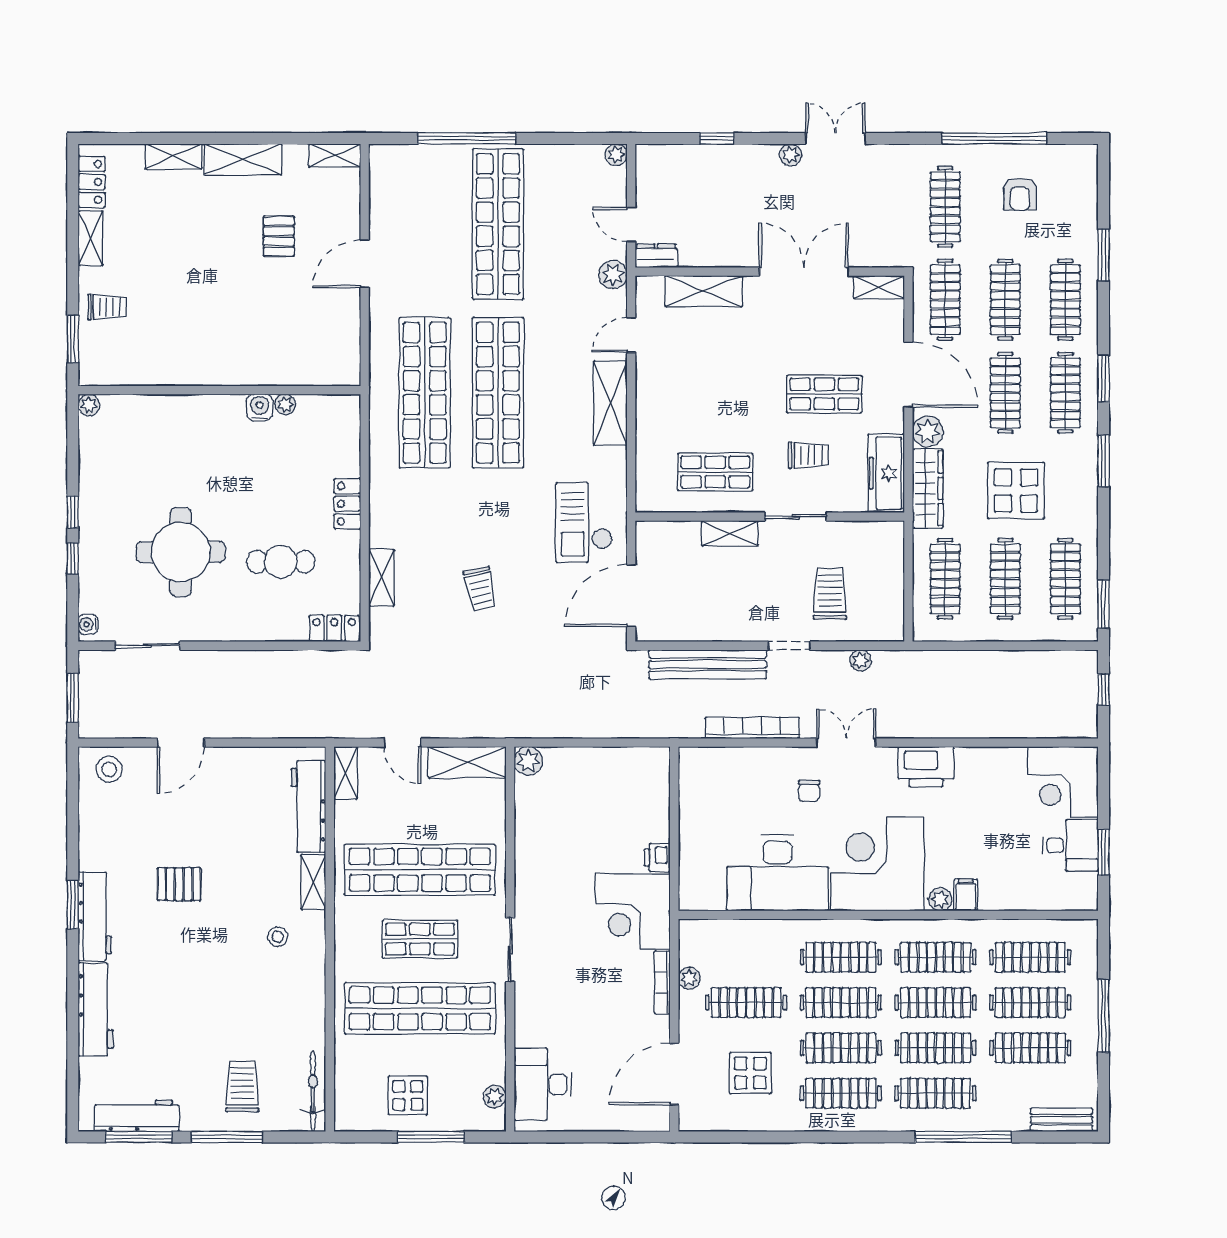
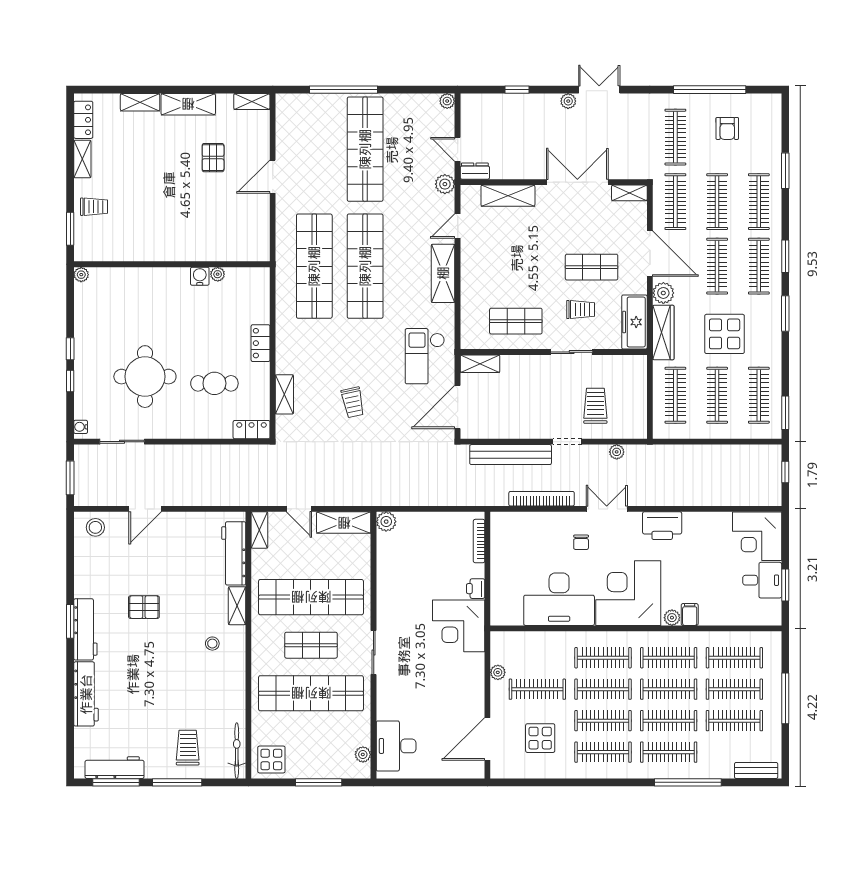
shelving: (730, 533) -> (480, 364), moved
bookcase: (662, 982) -> (479, 541), moved
display table: (408, 1095) -> (271, 760), moved

